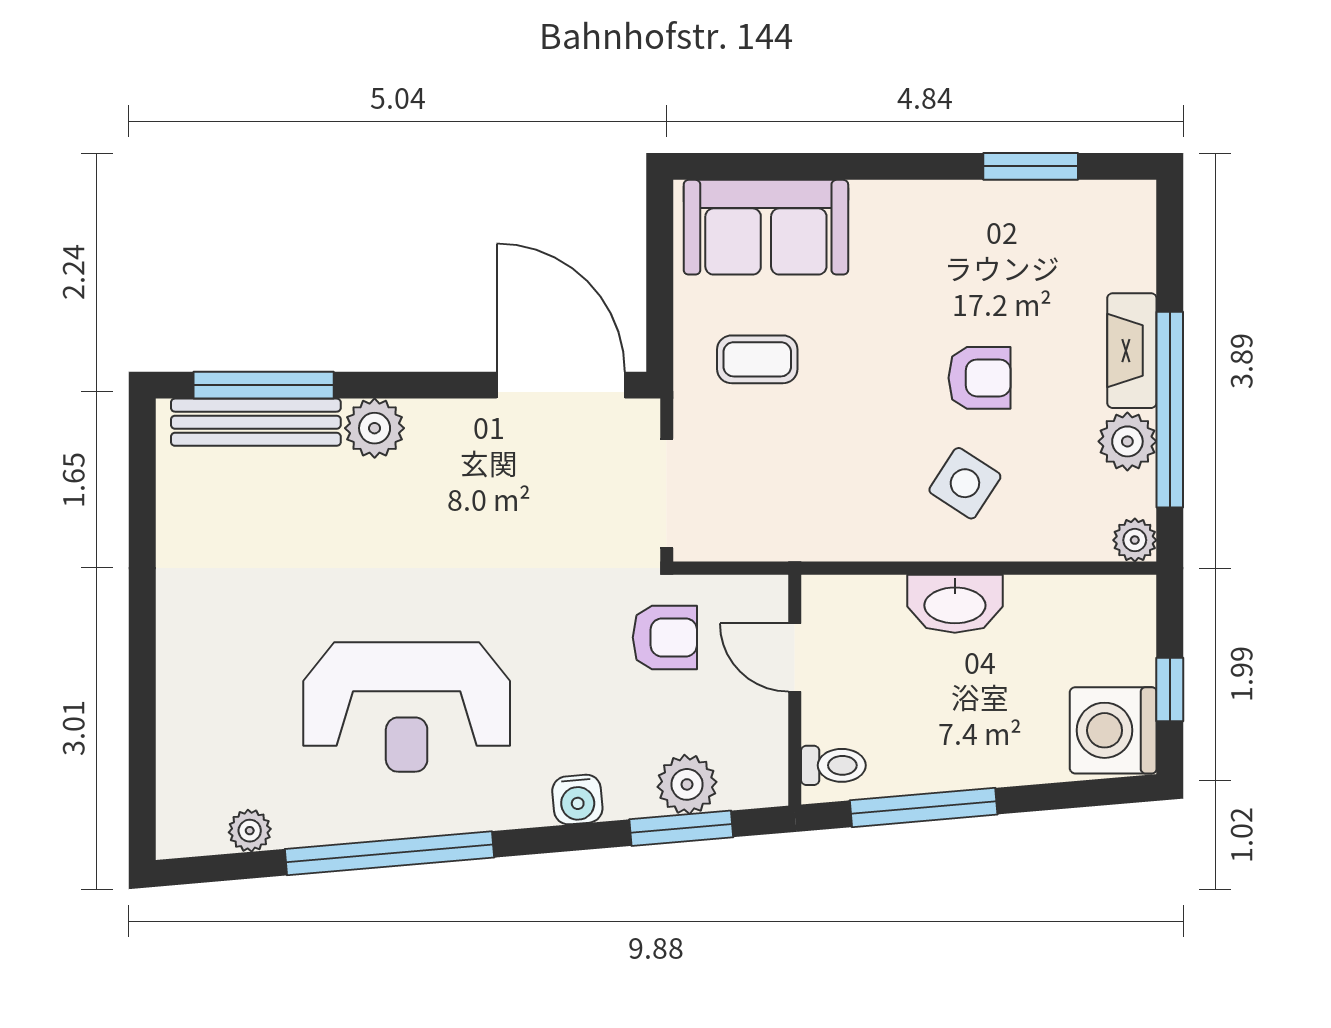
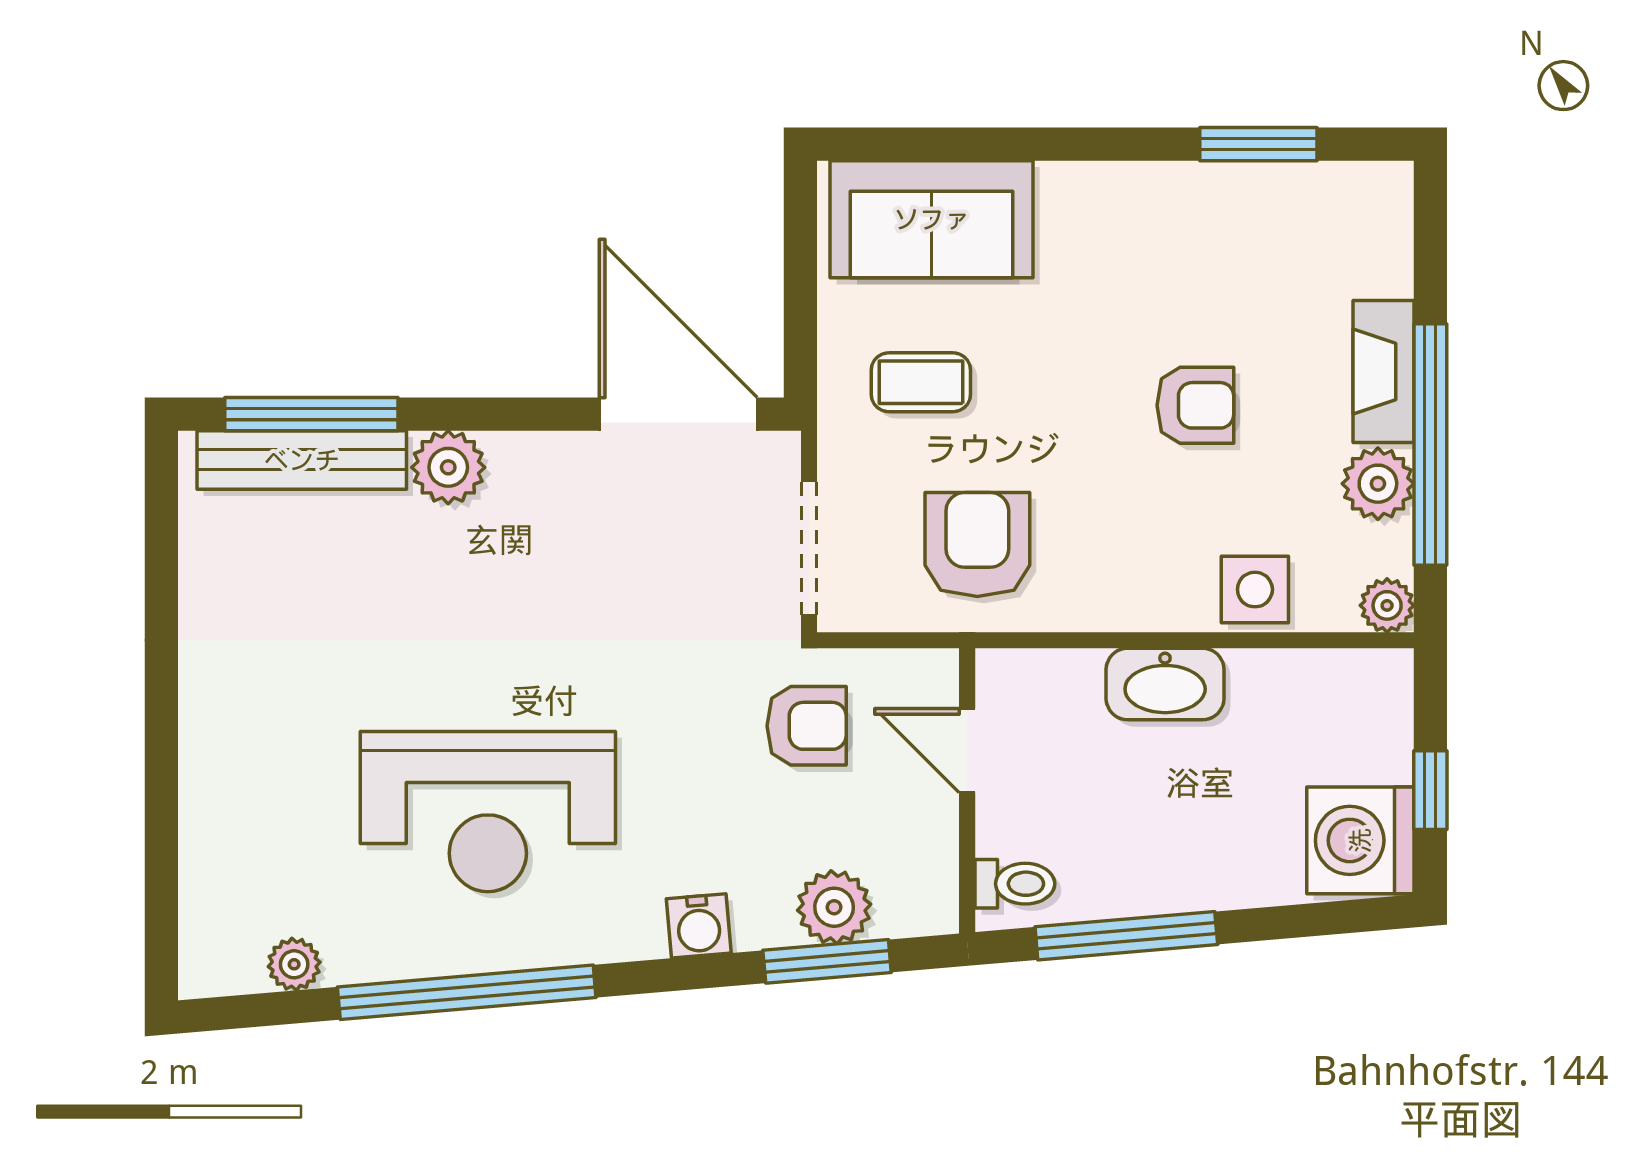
side table: (965, 483) -> (1255, 590), moved, turned -33
armchair: (803, 491) -> (977, 544), added

